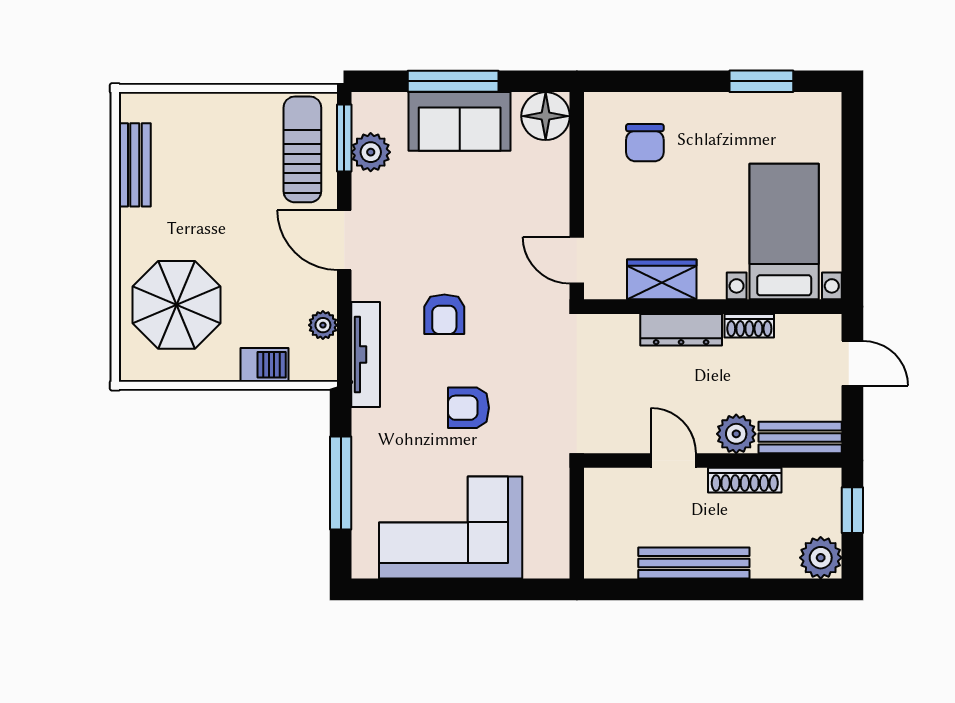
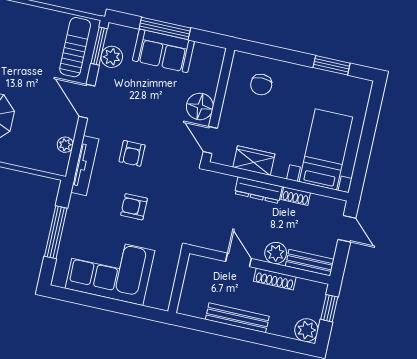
floor lamp: (546, 116) -> (200, 106), moved
barbecue: (264, 365) -> (29, 159), removed

